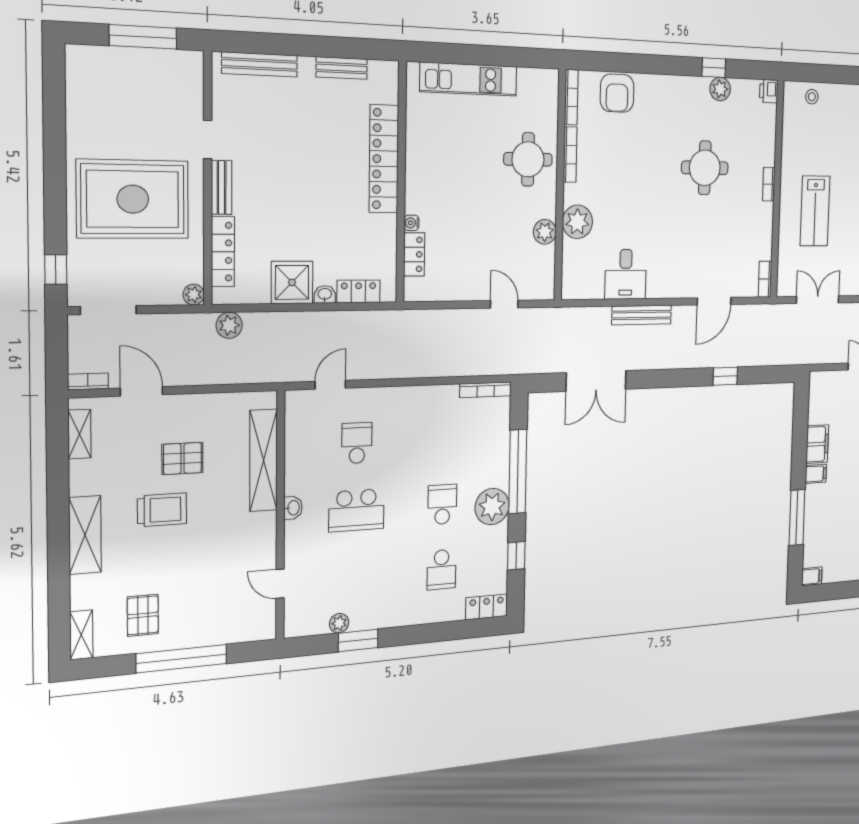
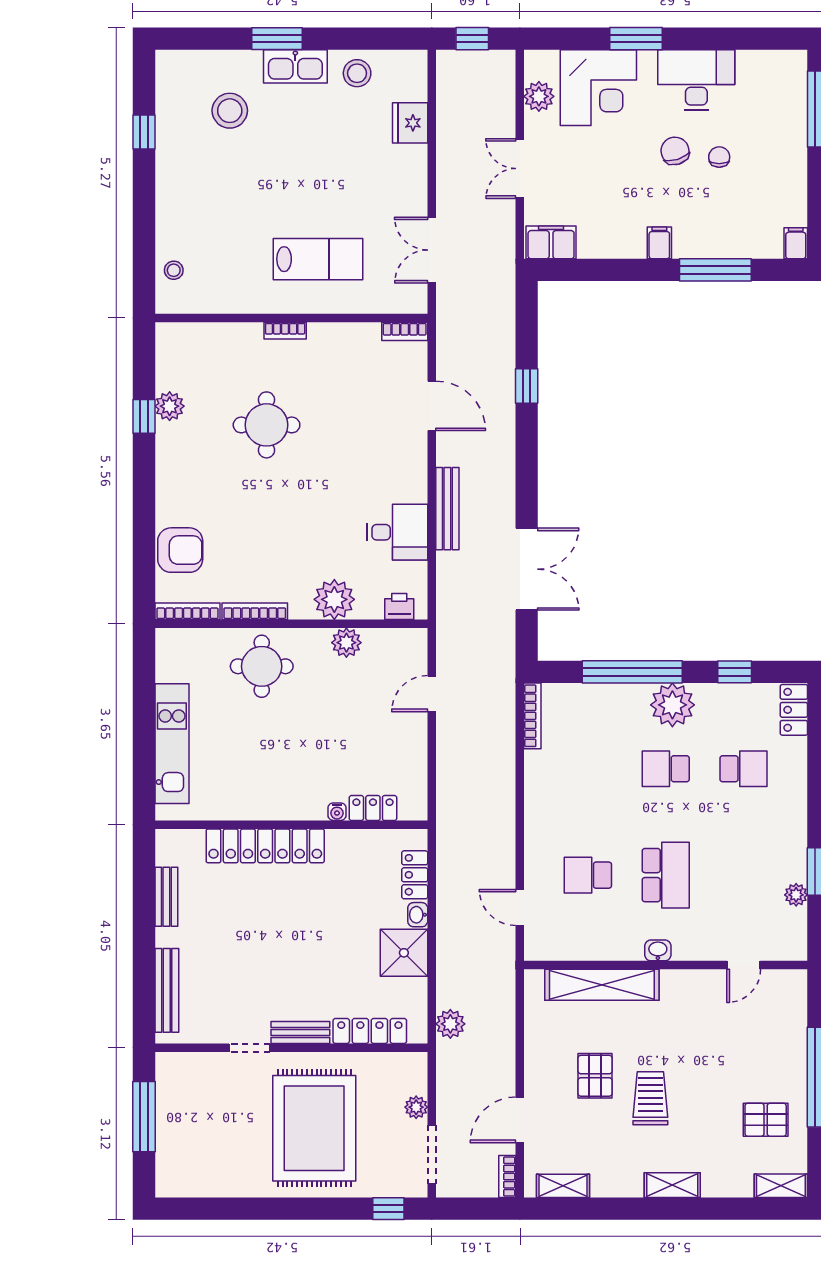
printer: (769, 91) -> (399, 607), moved, turned 180
plant: (194, 295) -> (416, 1107), moved
filing cabinet: (817, 444) -> (551, 242), moved
shelving: (85, 535) -> (672, 1185), width x0.67, depth x0.75

